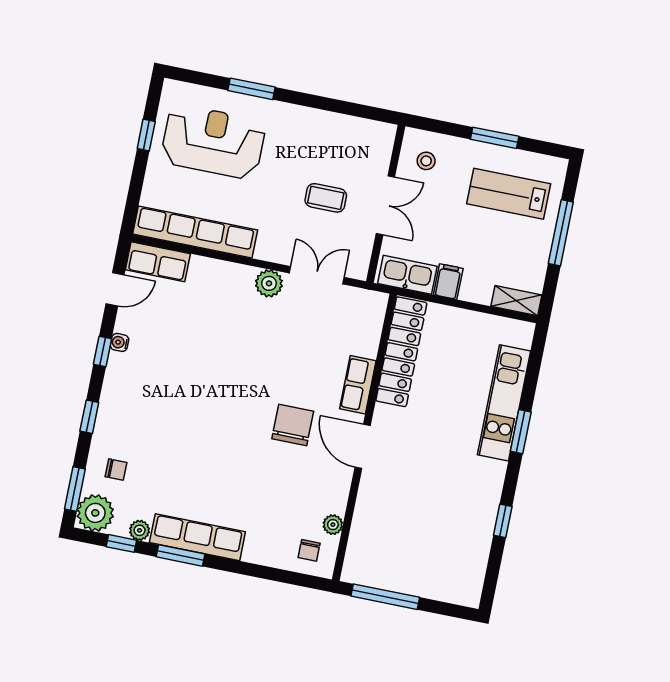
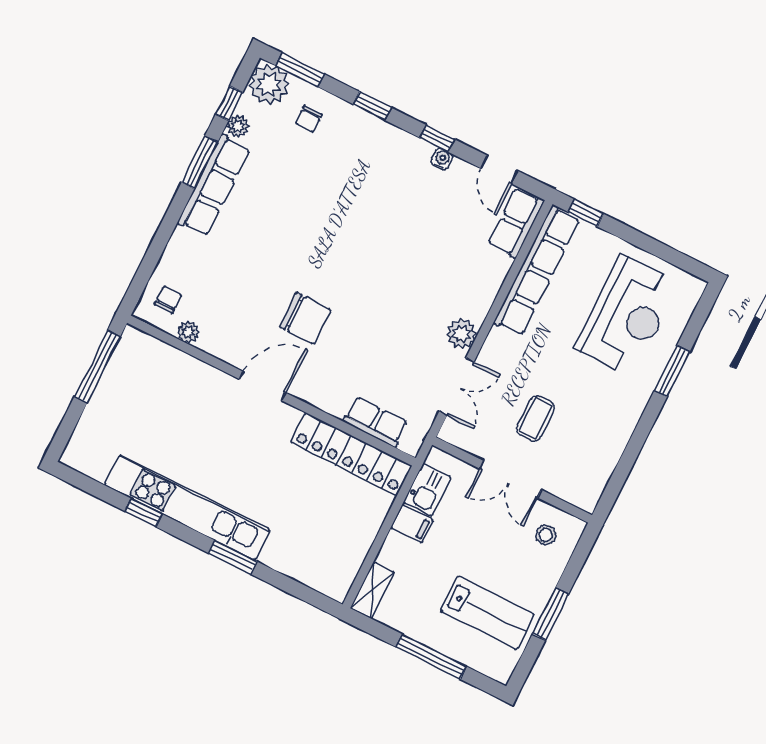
window: (146, 135) -> (586, 213), moved
lab bench: (509, 194) -> (487, 613), turned 90
kitchen sink: (407, 275) -> (427, 490), width x0.73
row of seats: (358, 385) -> (375, 422), moved
kitchen unit: (504, 403) -> (187, 507), moved, width x1.36
chair: (309, 550) -> (168, 300), turned 90

